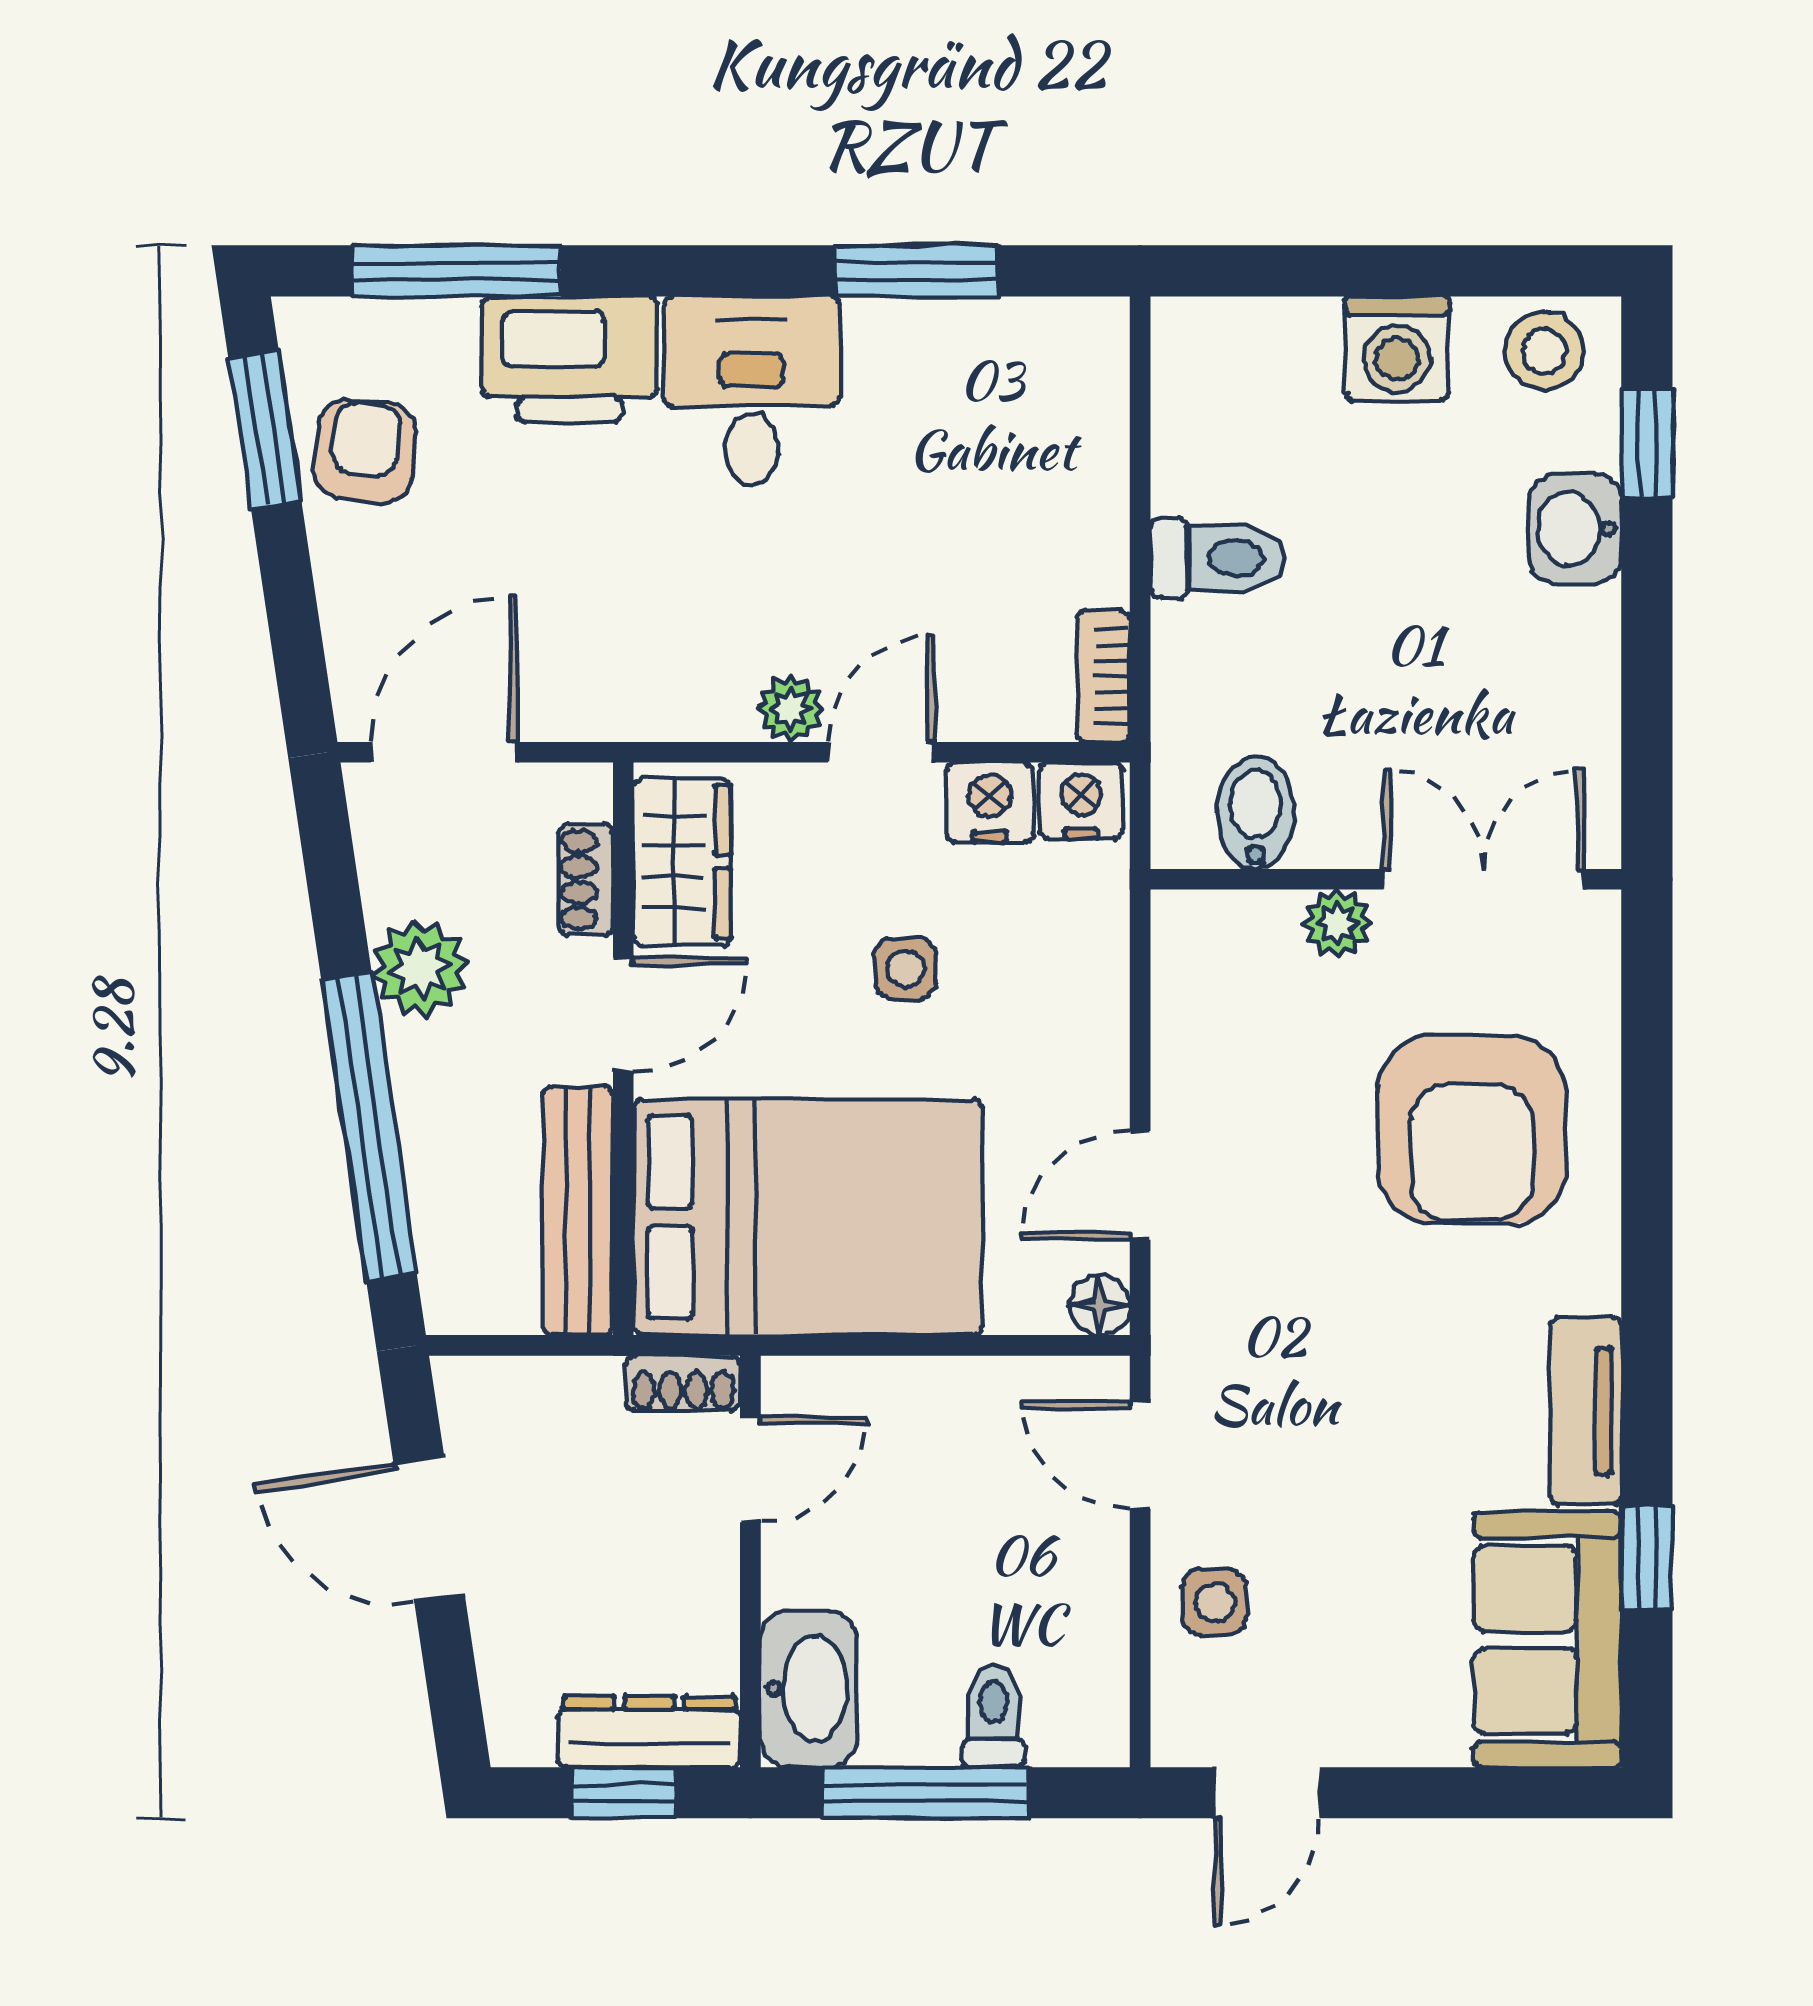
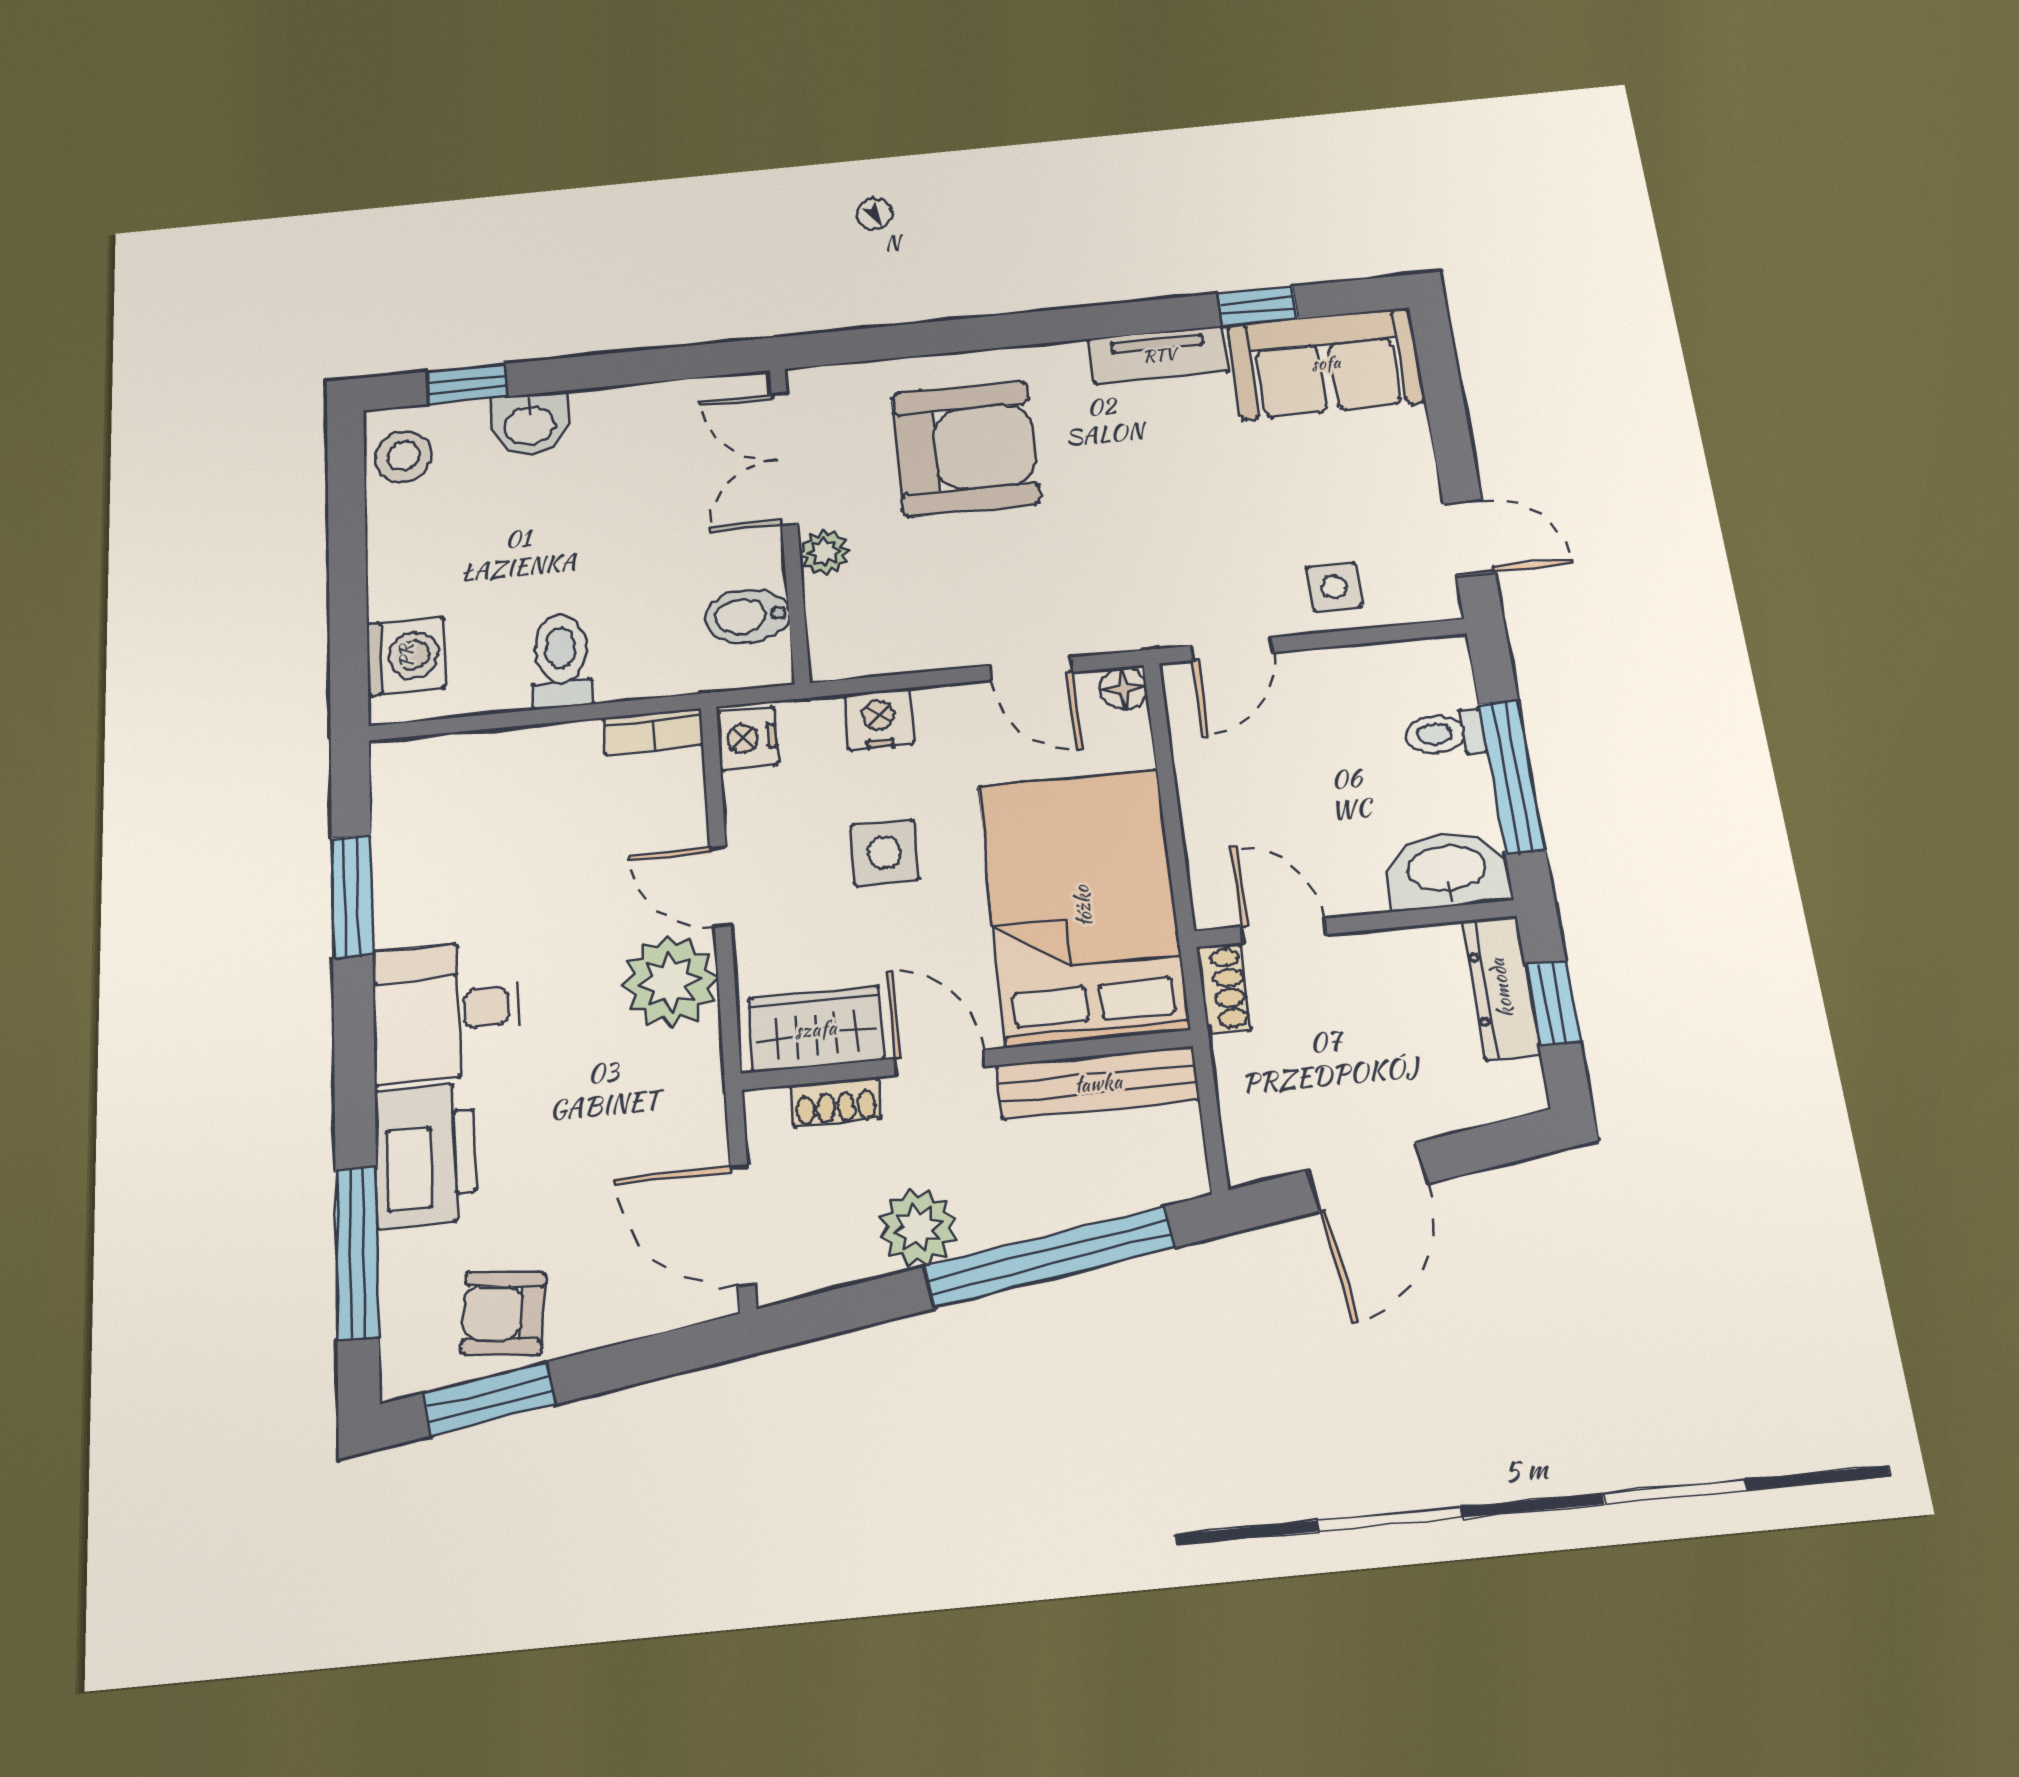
washing machine: (1397, 348) -> (406, 656), moved
plant: (791, 709) -> (670, 982), width x1.88, depth x1.88
nightstand: (990, 802) -> (879, 719), moved, turned 90
side table: (906, 969) -> (884, 853), width x1.37, depth x1.37

